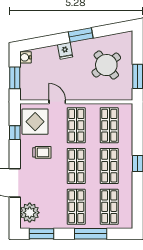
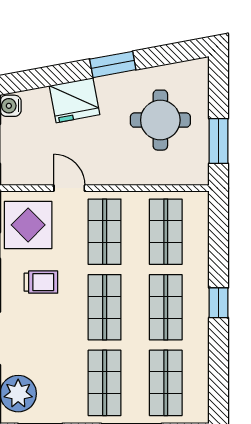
fridge: (65, 51) -> (75, 100), width x1.88, depth x1.34
round table: (106, 65) -> (160, 120), turned 38

